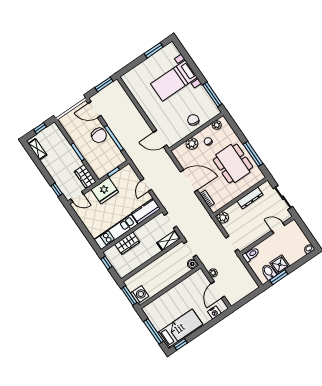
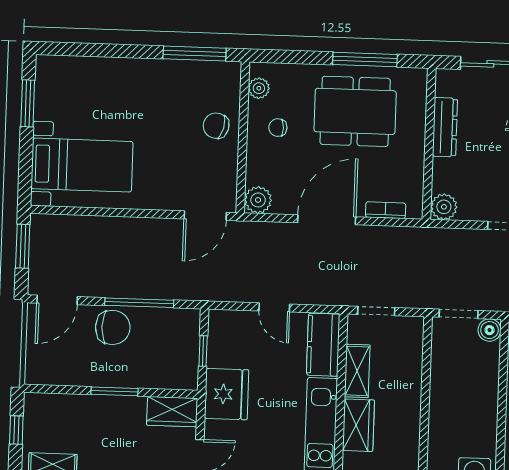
bed with nightstands: (174, 81) -> (82, 165), moved, turned -90
plant: (192, 144) -> (258, 200), moved
shelving: (169, 240) -> (357, 371), moved

